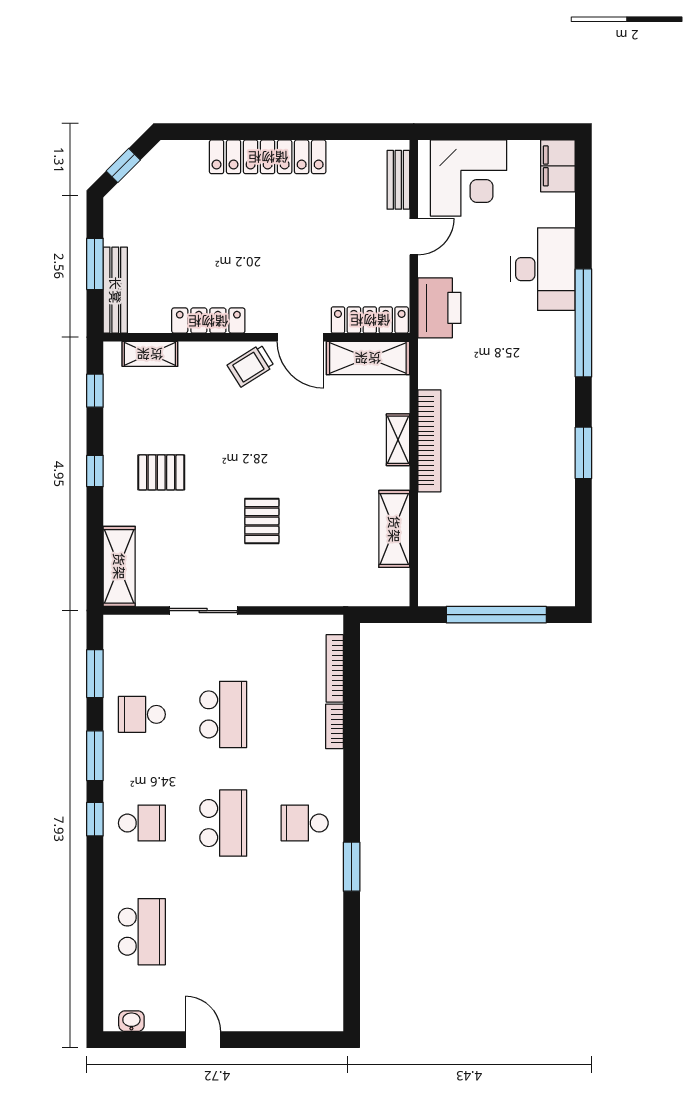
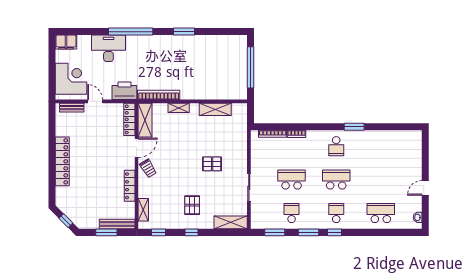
bookcase: (429, 441) -> (159, 95), moved
school desk: (142, 714) -> (292, 213), turned 180

